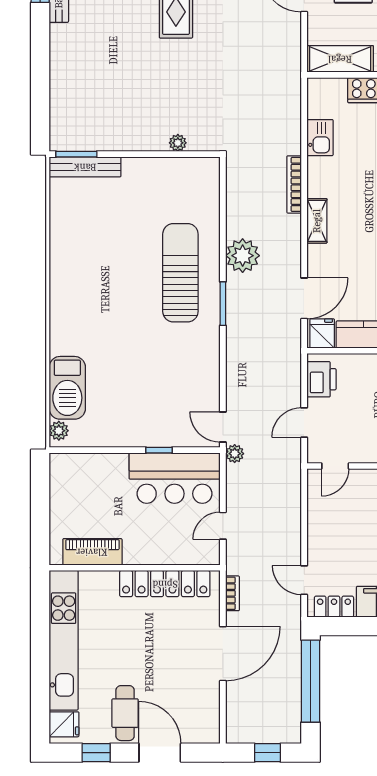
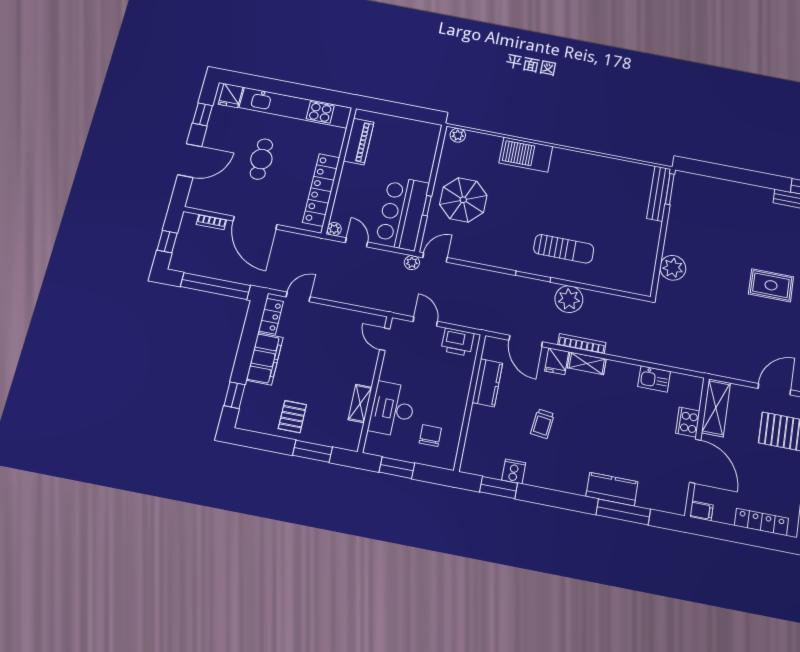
plant: (178, 143) -> (673, 268), width x1.87, depth x1.87
bookcase: (294, 184) -> (582, 344), moved
sun lounger: (180, 273) -> (564, 249), width x0.73, depth x0.75
fridge: (322, 333) -> (557, 361), moved, turned 90
barbecue: (67, 388) -> (526, 155), moved
parasol: (142, 407) -> (463, 200), added
plant: (211, 556) -> (334, 229), added
bookcase: (232, 593) -> (211, 222), moved
cafe table: (125, 713) -> (261, 159), moved, turned 90

